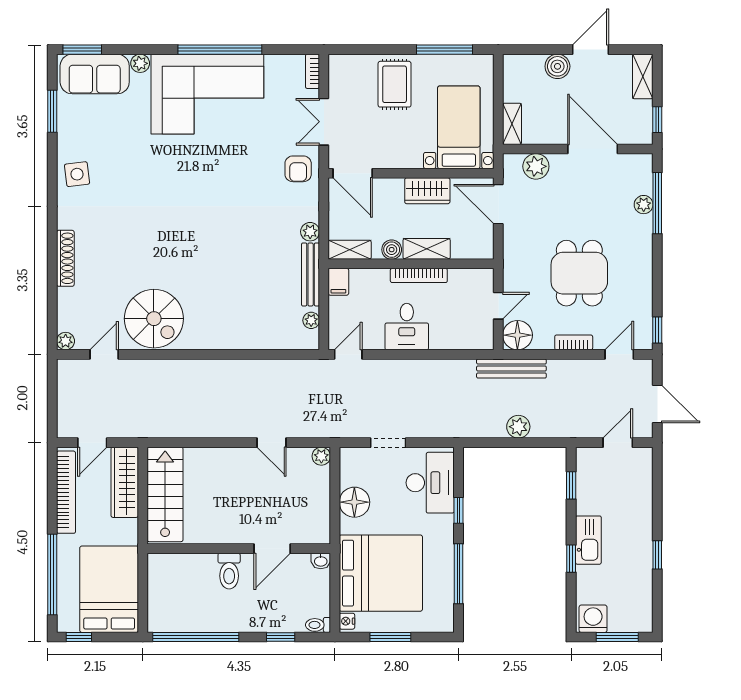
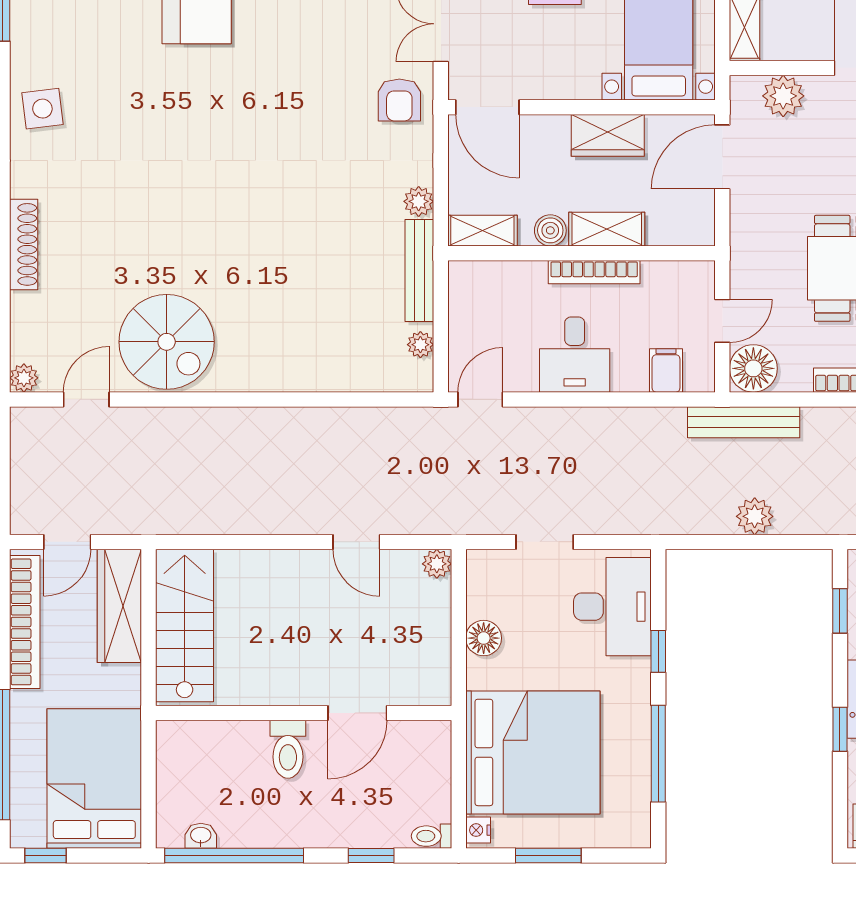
door: (498, 204) -> (722, 157), hinge flipped
filing cabinet: (338, 282) -> (666, 370), moved, turned 180
floor lamp: (354, 502) -> (484, 638), width x0.73, depth x0.73
washbasin: (321, 561) -> (201, 836), moved, turned 180

